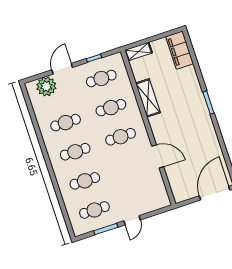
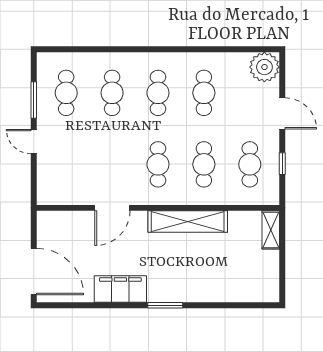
filing cabinet: (180, 50) -> (120, 289), moved
plant: (46, 86) -> (264, 67), moved
shelving: (148, 98) -> (188, 222), width x1.47

